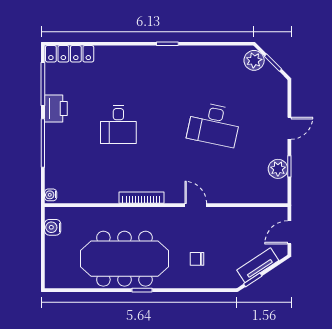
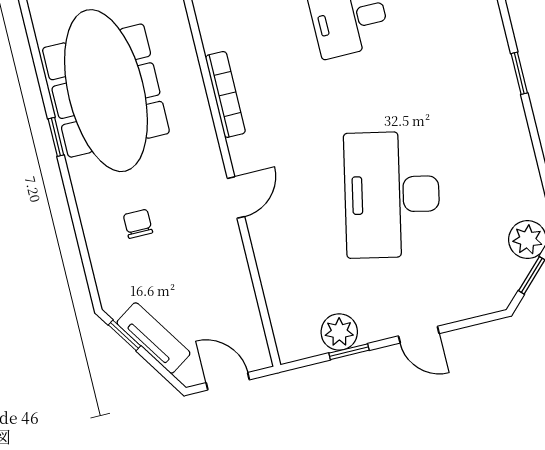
desk: (214, 124) -> (392, 195), width x1.36, depth x1.30

